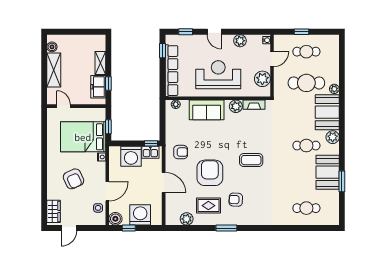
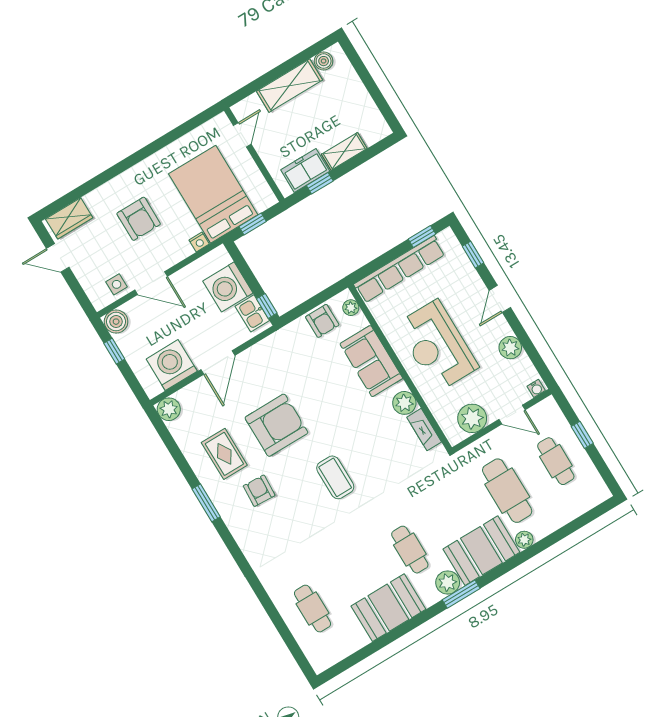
reception desk: (218, 75) -> (437, 346), turned 180
armchair: (181, 152) -> (322, 321), moved
armchair: (73, 179) -> (139, 219), turned -65
window: (342, 181) -> (461, 594), moved
washing machine: (140, 215) -> (172, 365), moved, turned -90
plant: (187, 219) -> (169, 409), moved

